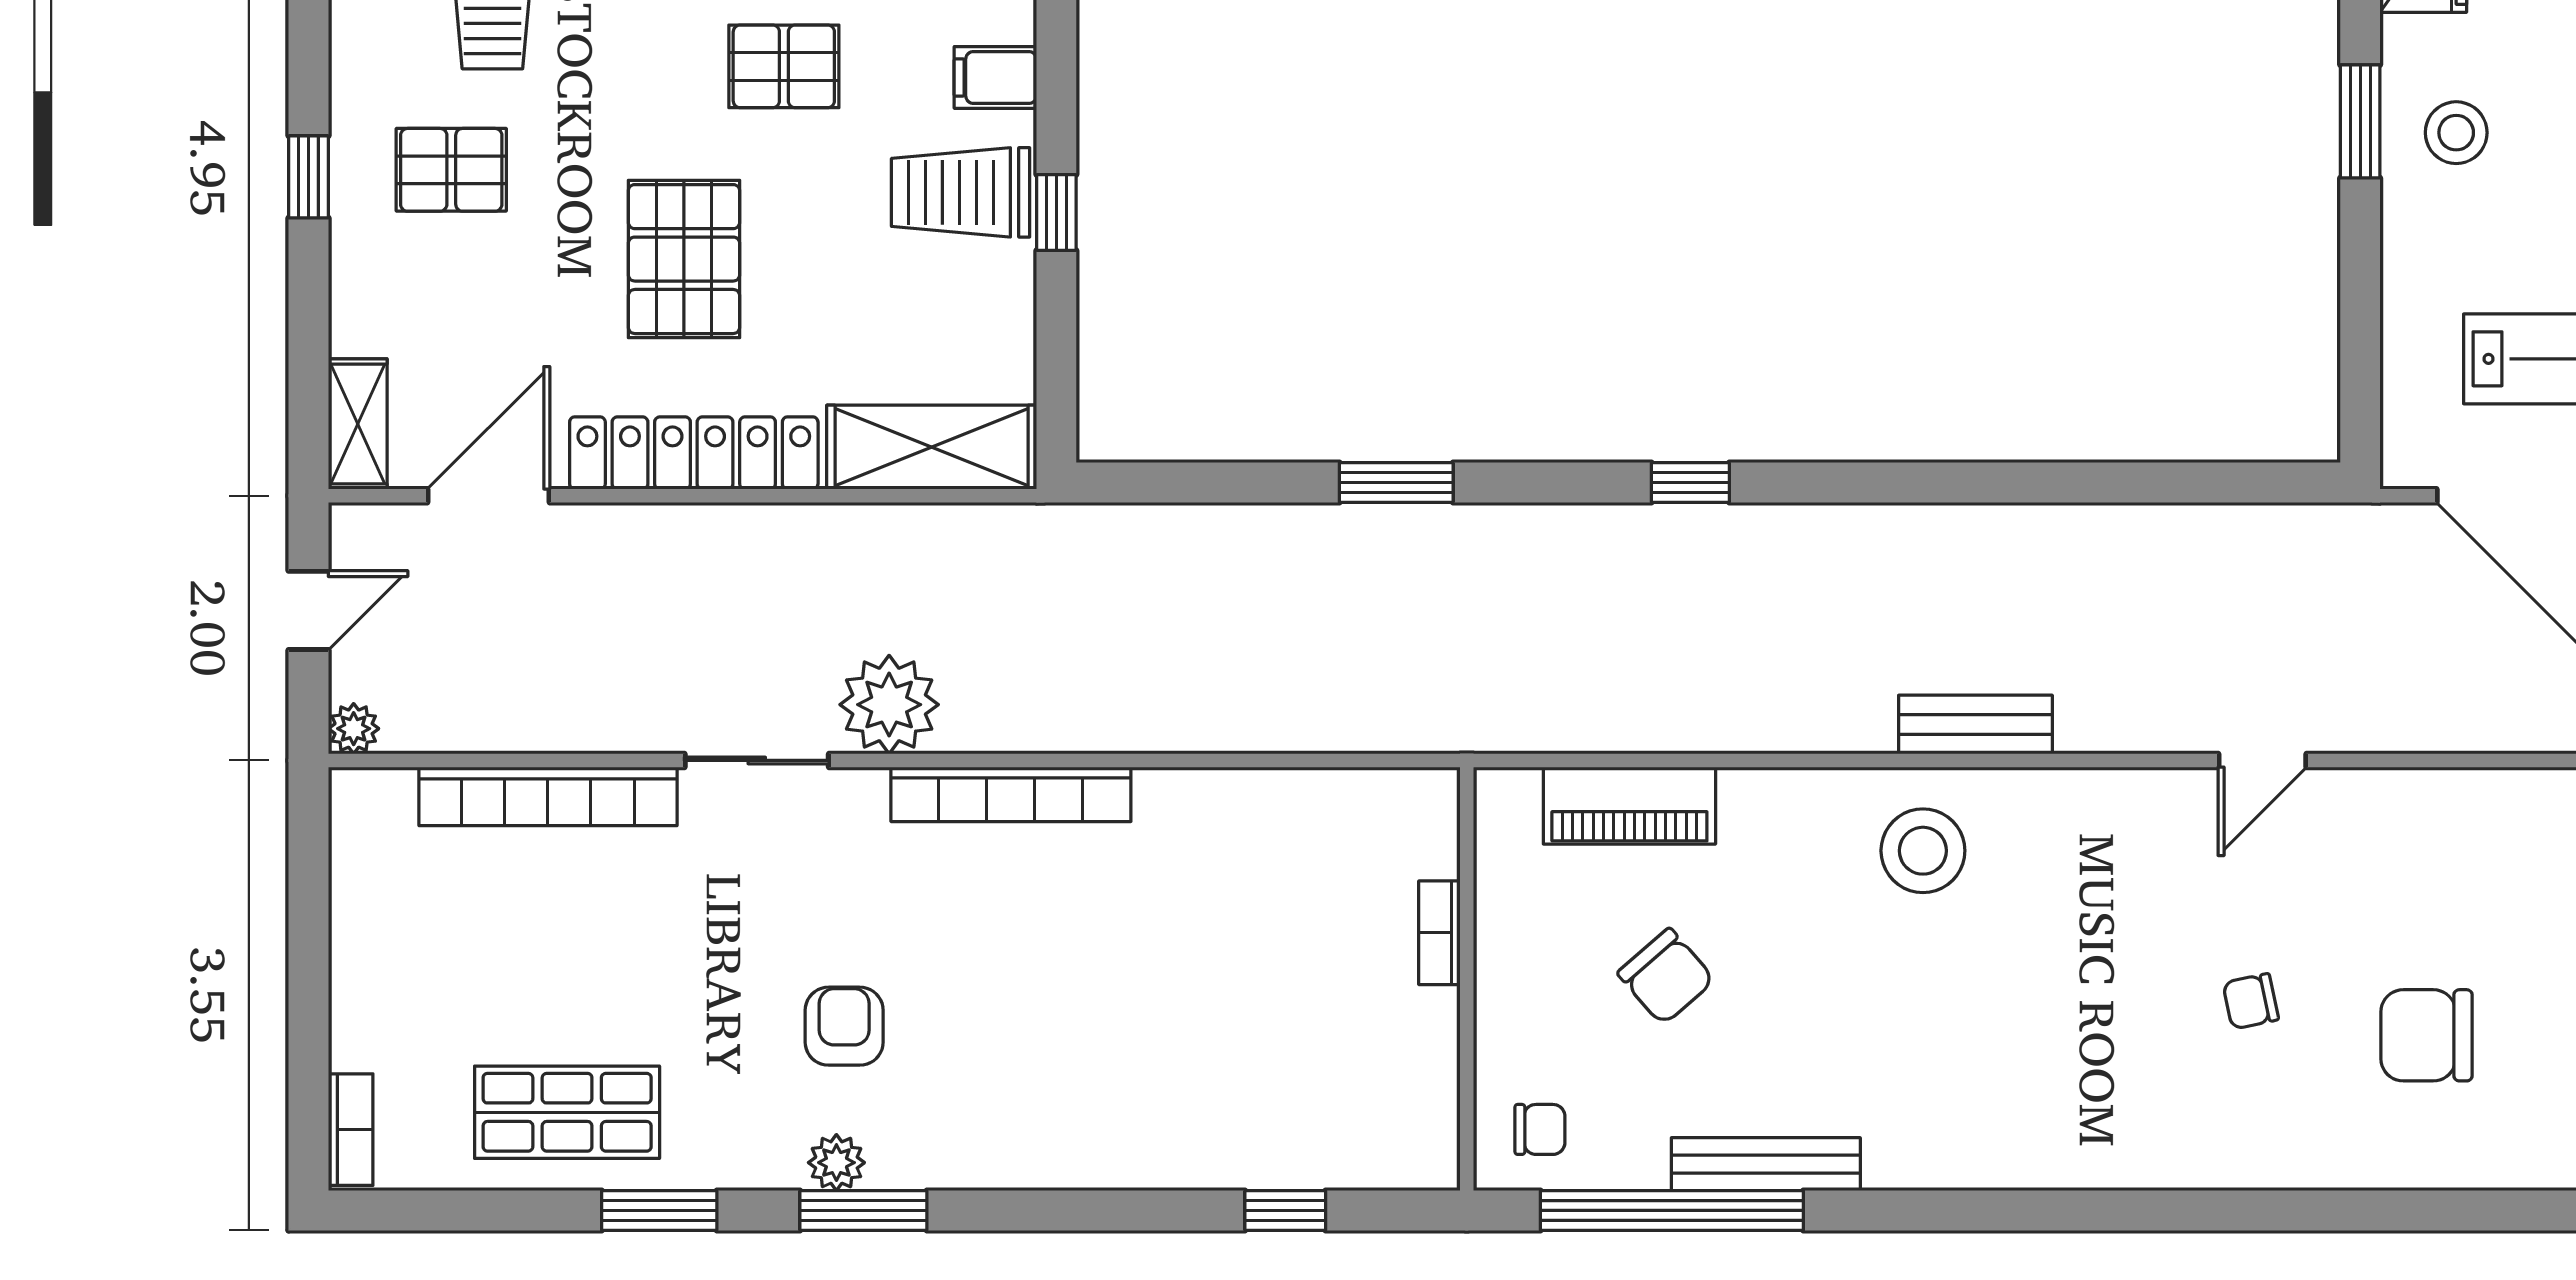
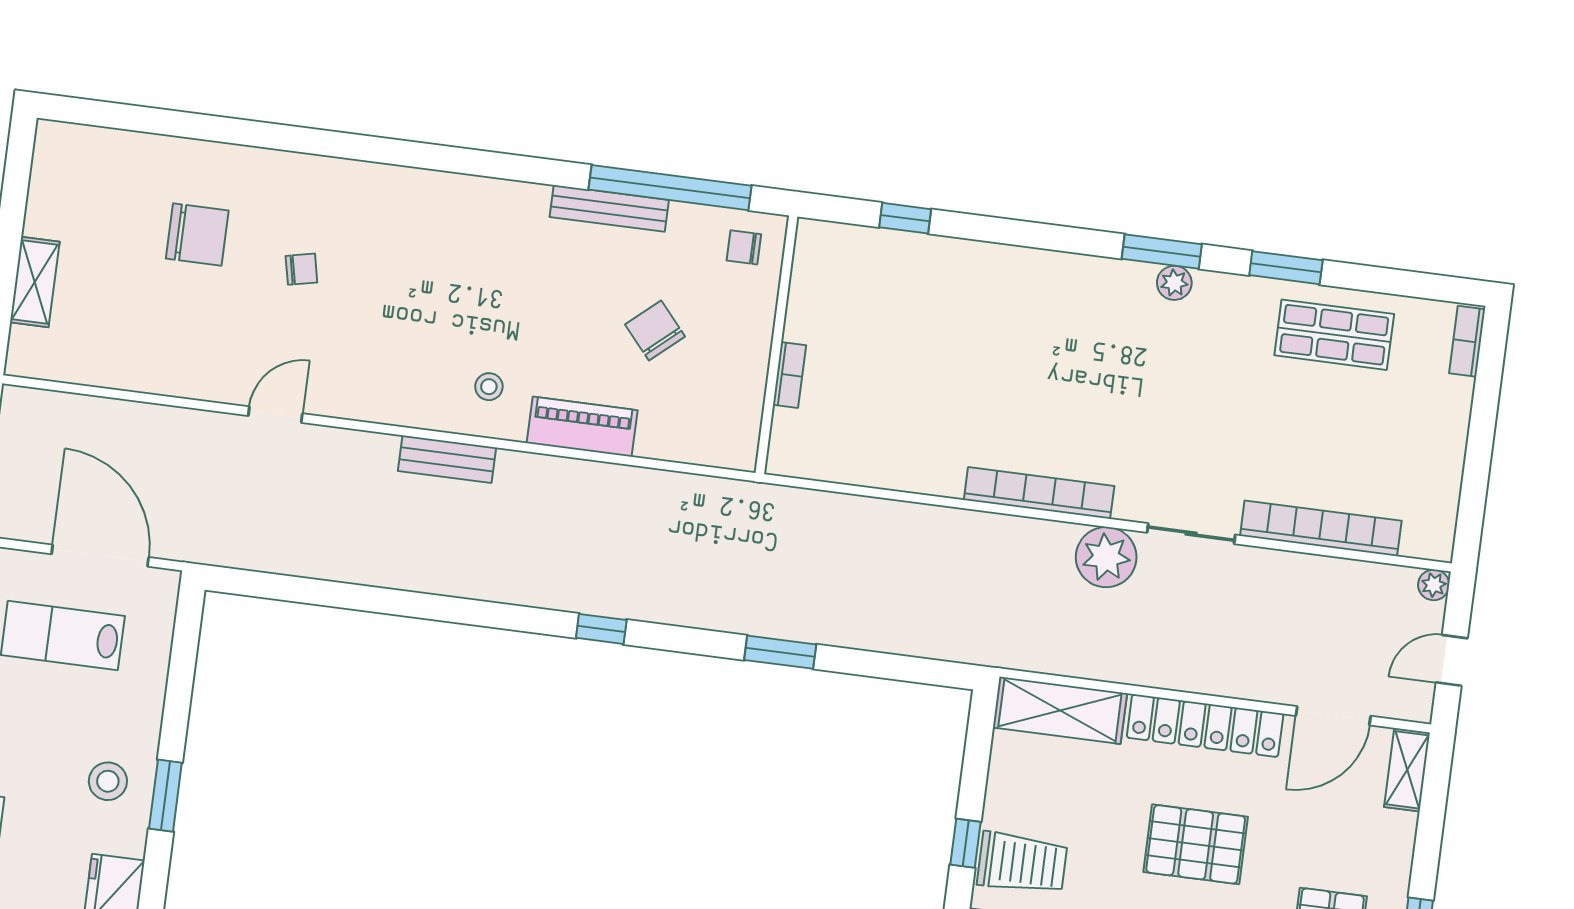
pallet: (684, 259) -> (1196, 844), turned 90
piano: (1629, 806) -> (582, 427), moved
stool: (1923, 851) -> (489, 387), width x0.53, depth x0.53
armchair: (844, 1026) -> (1159, 365), removed

